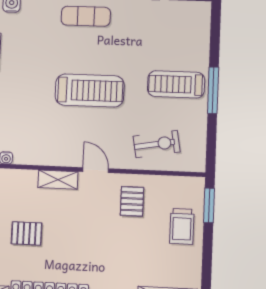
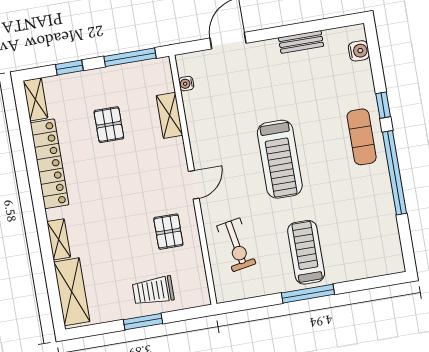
shelving: (58, 180) -> (170, 115), moved
pallet: (132, 201) -> (168, 232), turned 90
window: (209, 205) -> (143, 322), moved

